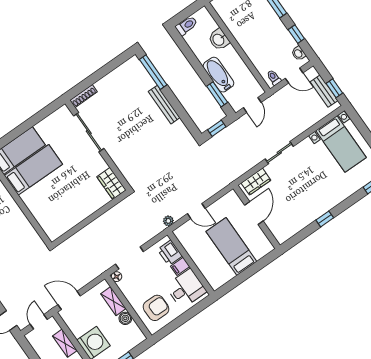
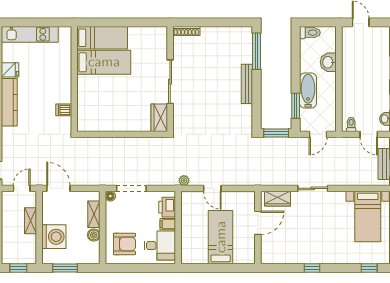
window: (217, 128) -> (276, 133), width x1.50
sliding door: (89, 132) -> (170, 82), moved
dishwasher: (28, 232) -> (64, 110), added

